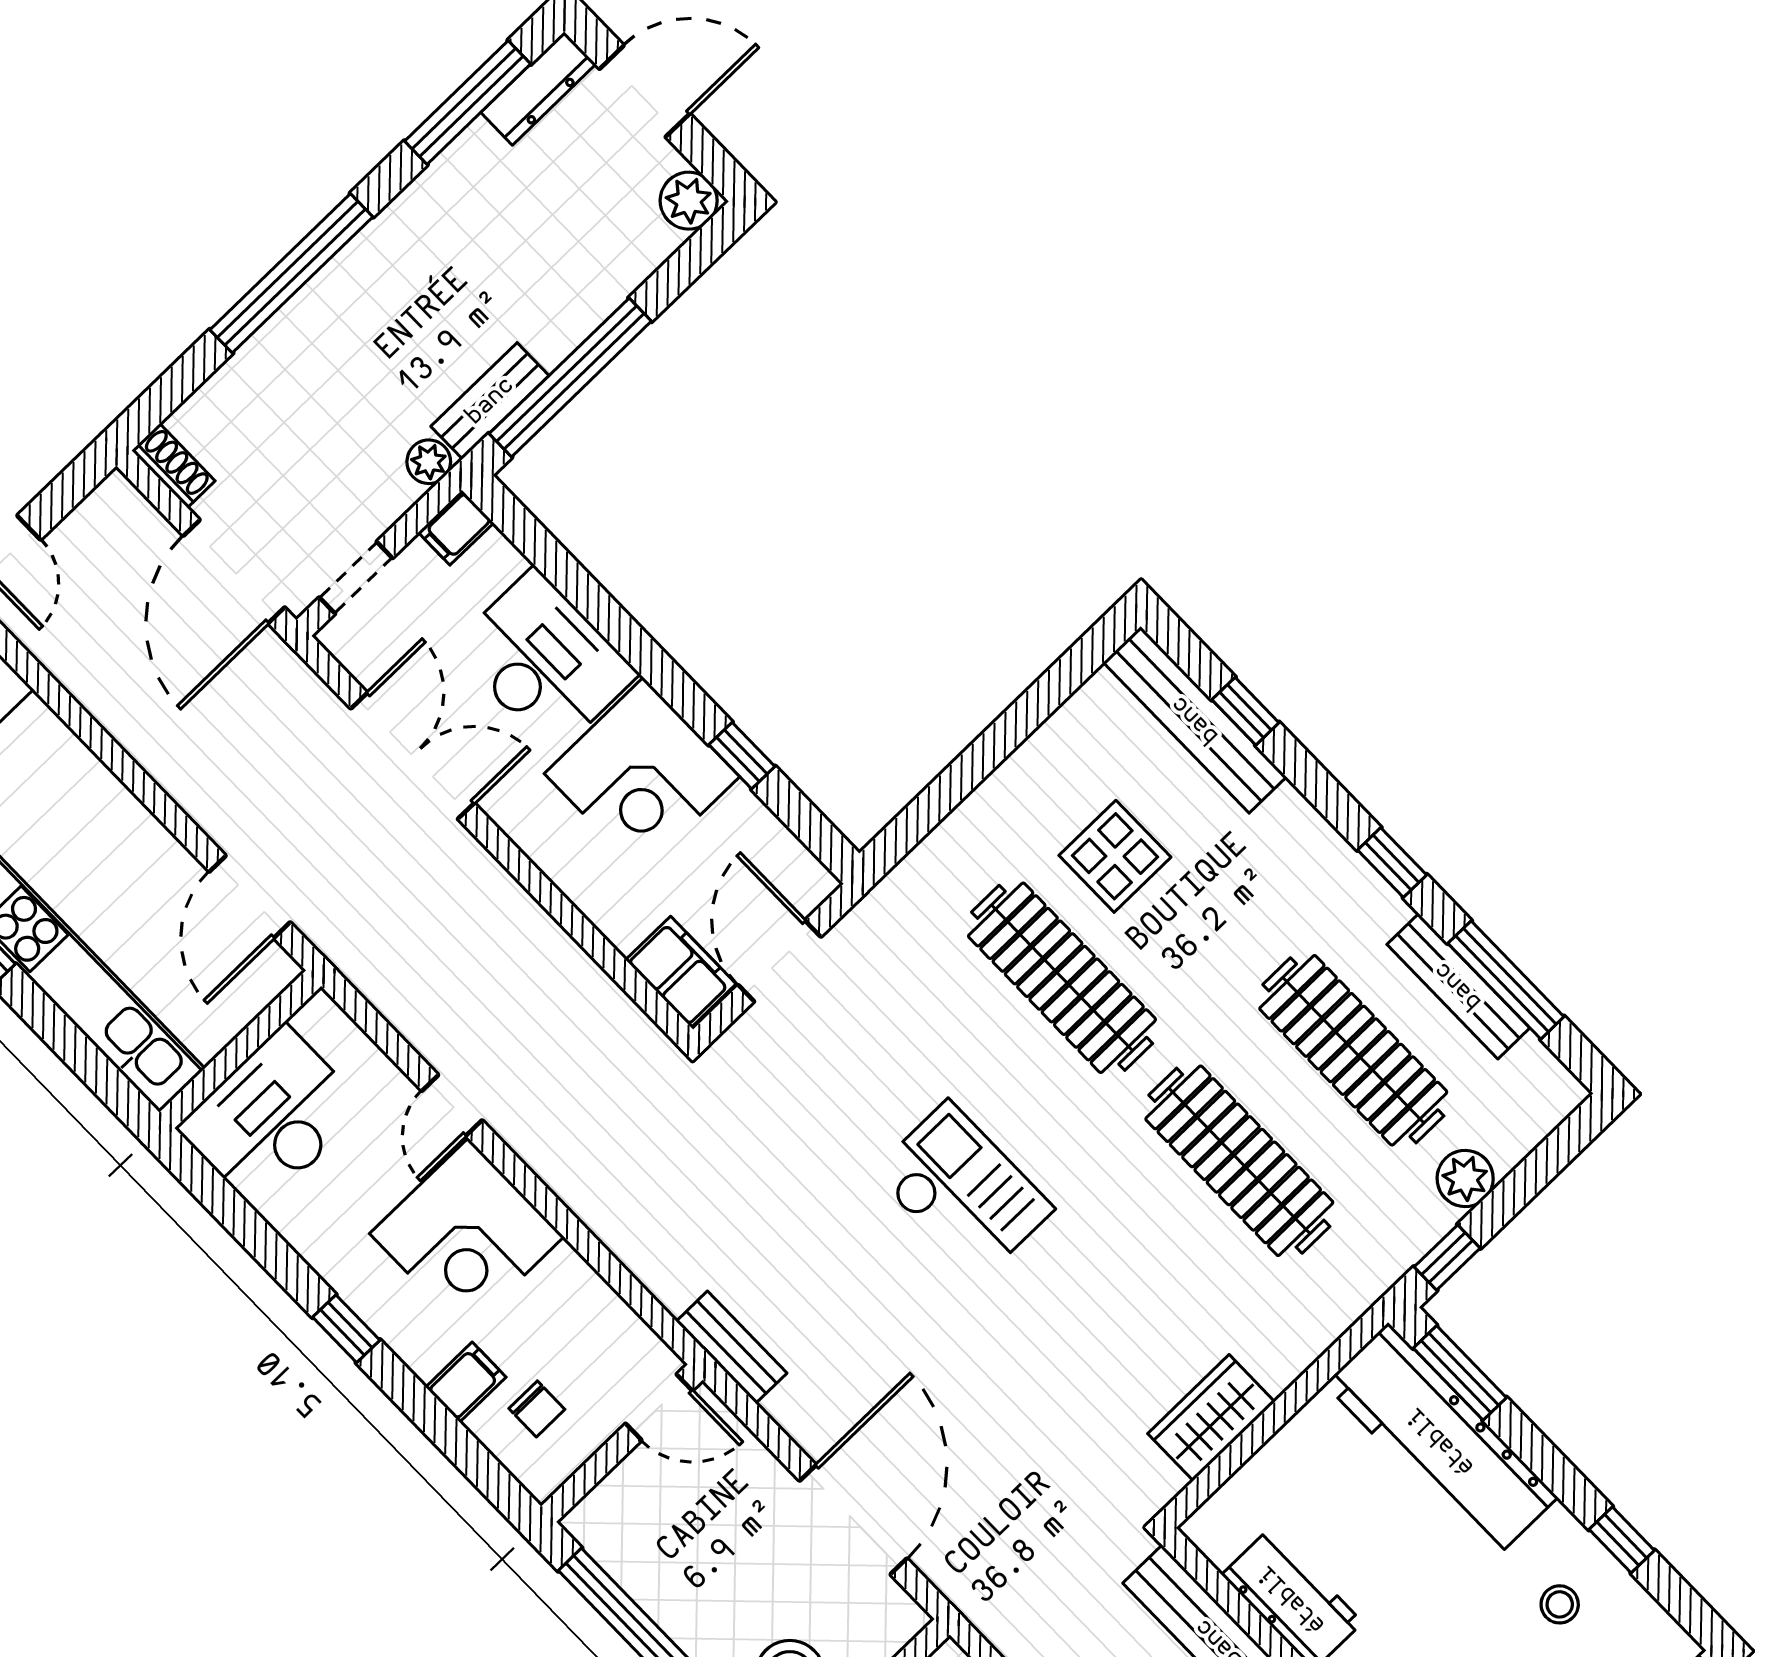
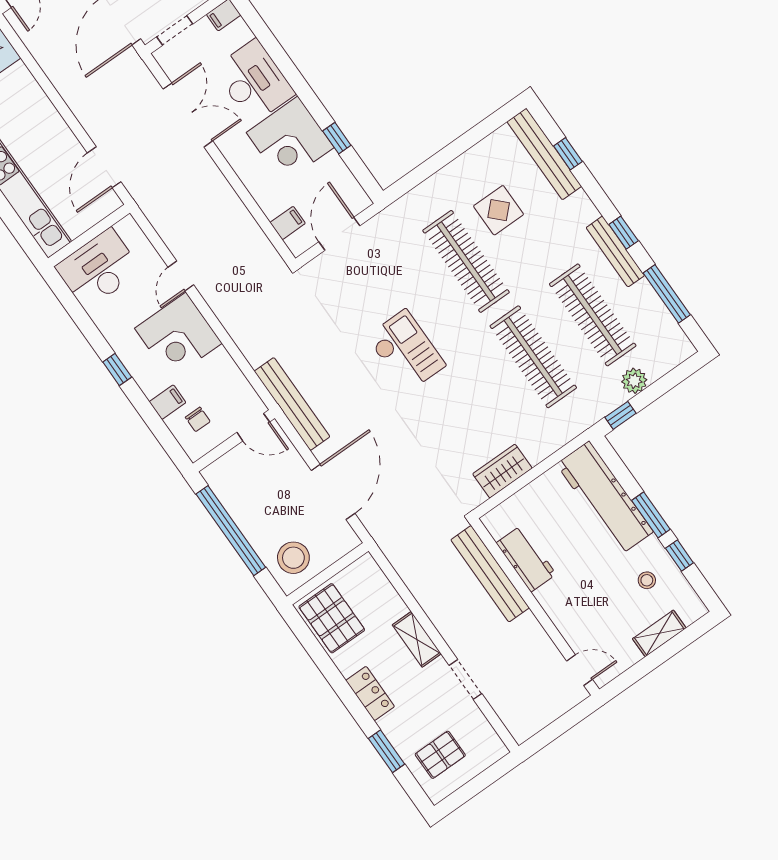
filing cabinet: (681, 972) -> (288, 223), width x0.50
bench: (1458, 986) -> (615, 252), moved
bench: (732, 1347) -> (292, 404), width x1.86, depth x1.21
window: (1460, 1373) -> (651, 515), moved

